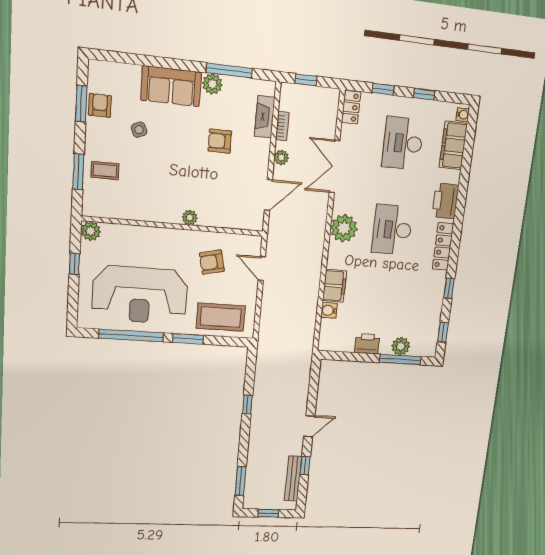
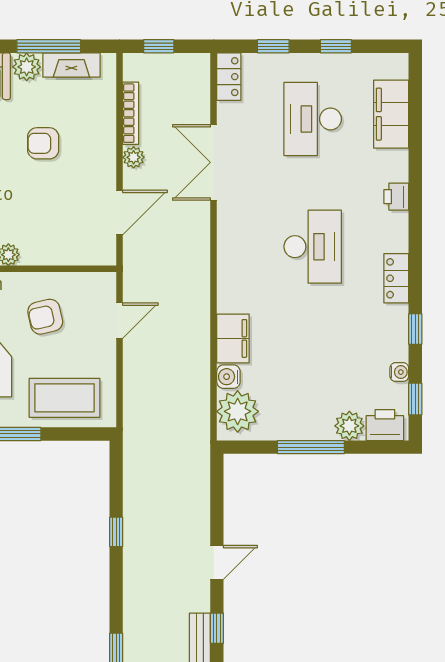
water cooler: (463, 115) -> (399, 372), moved
fireplace: (265, 117) -> (71, 65), moved, turned -90
bookcase: (282, 126) -> (131, 113), width x1.56
printer: (445, 201) -> (396, 197), width x0.53, depth x0.68
plant: (344, 228) -> (238, 411), moved
desk: (392, 230) -> (313, 247), turned 180
locker: (443, 246) -> (396, 278), width x0.66
door: (262, 269) -> (120, 321), swing flipped
printer: (367, 344) -> (385, 425), moved
window: (400, 360) -> (311, 447), moved

